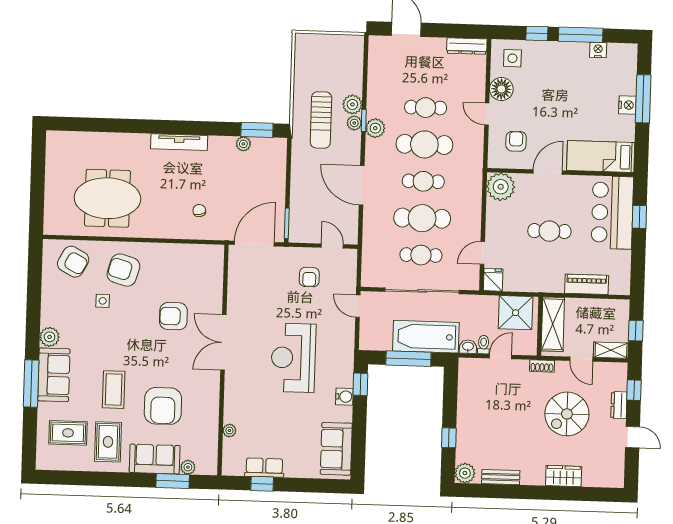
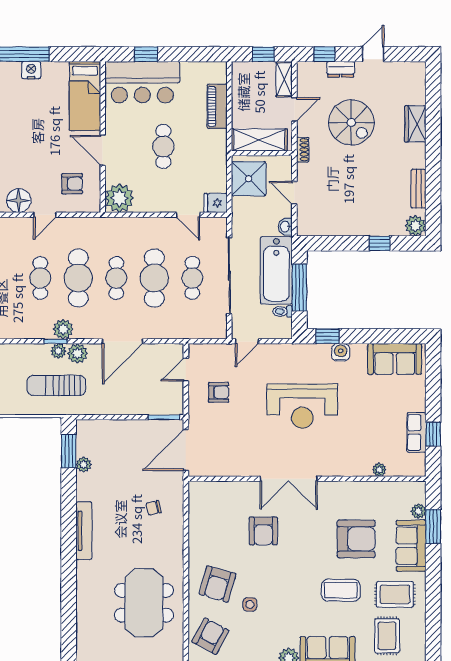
plant: (352, 104) -> (77, 353), moved
sun lounger: (321, 120) -> (56, 385), turned 180
armchair: (516, 141) -> (72, 184), turned 180
door: (254, 244) -> (186, 450), hinge flipped
toilet: (484, 345) -> (283, 311), moved

